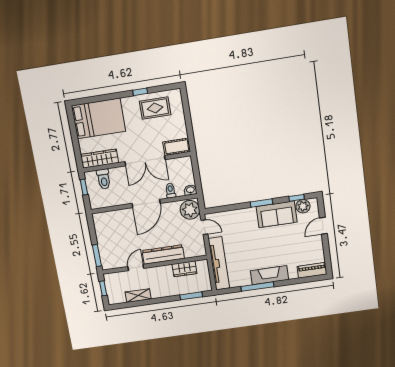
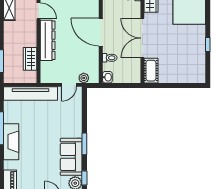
rug: (155, 108) -> (190, 56), removed
plant: (190, 210) -> (84, 78), width x0.53, depth x0.53

